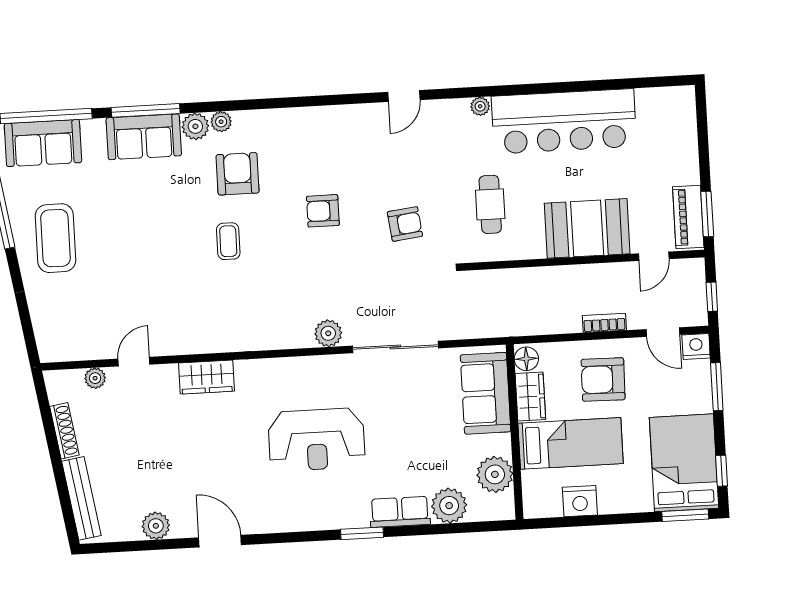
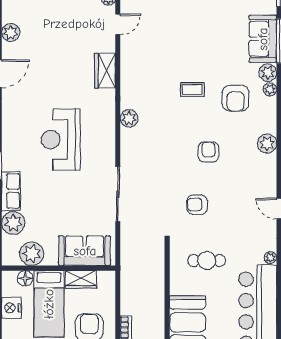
plant: (305, 121) -> (267, 143), added
armchair: (238, 174) -> (236, 98), turned 90
armchair: (405, 224) -> (197, 205), turned 97
plant: (328, 333) -> (129, 118), moved
floor lamp: (526, 359) -> (25, 278), moved
door: (134, 362) -> (118, 24), hinge flipped

